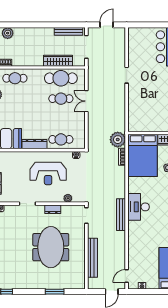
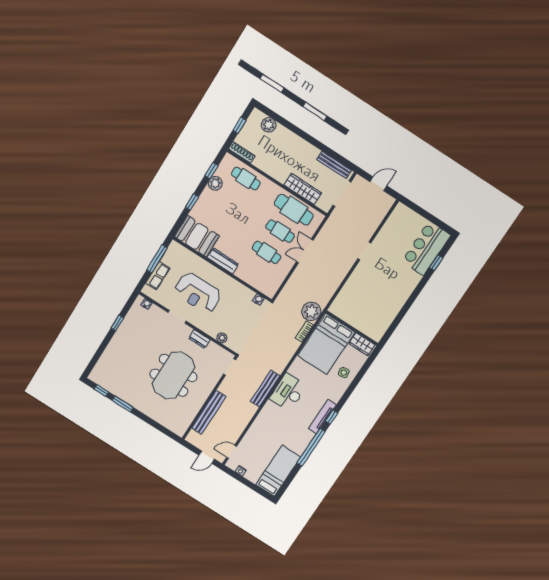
cafe table: (61, 139) -> (267, 252), moved
reception desk: (48, 174) -> (198, 293), moved
window: (55, 292) -> (123, 404), moved

